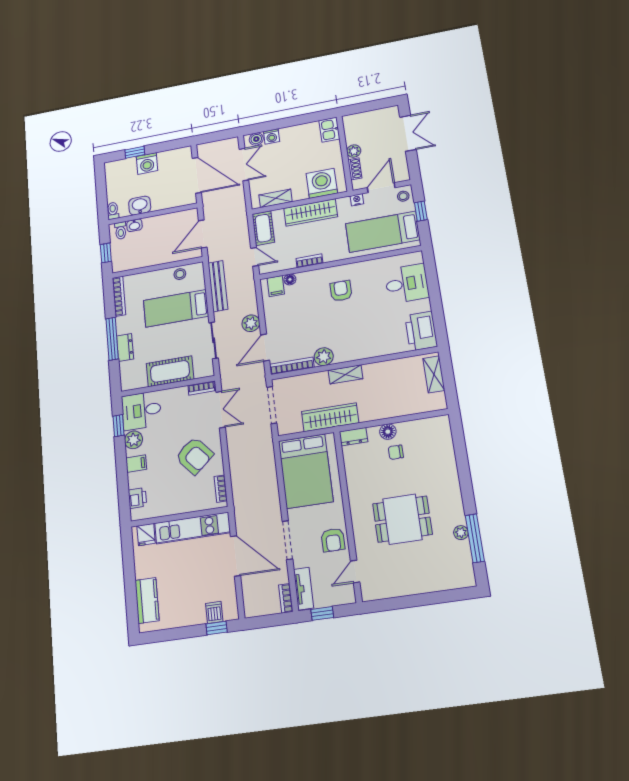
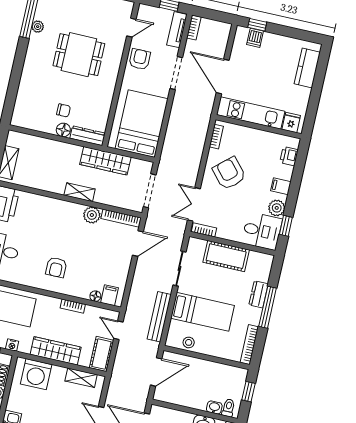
plant: (251, 323) -> (142, 270), removed
dresser: (353, 437) -> (88, 136), width x1.44

